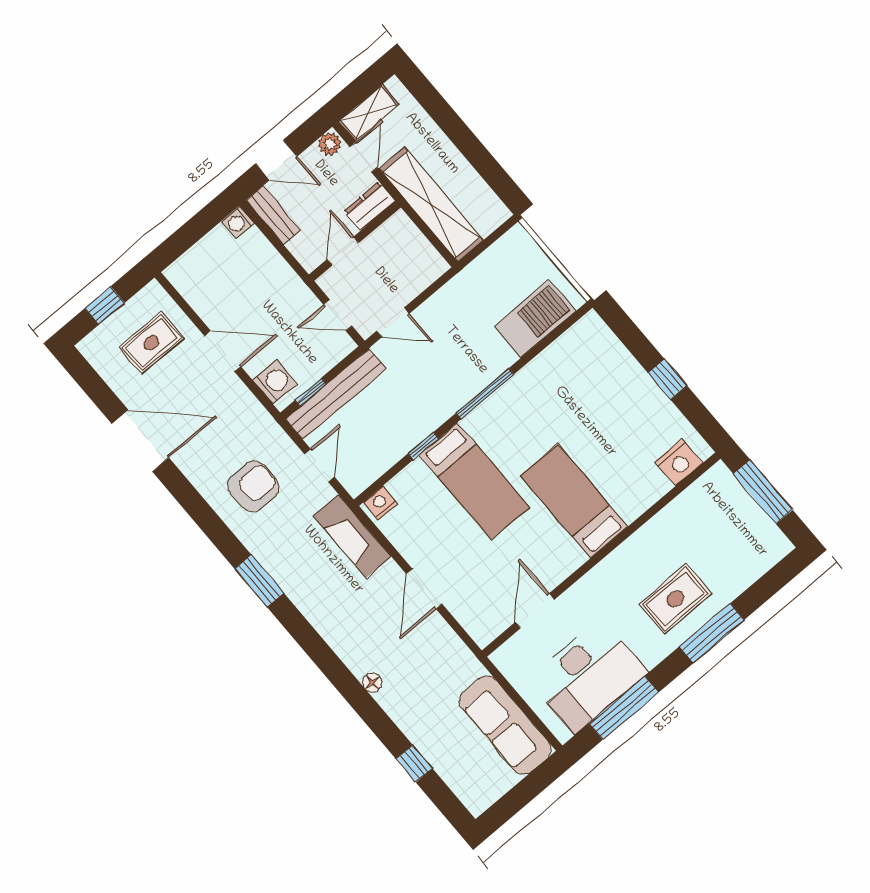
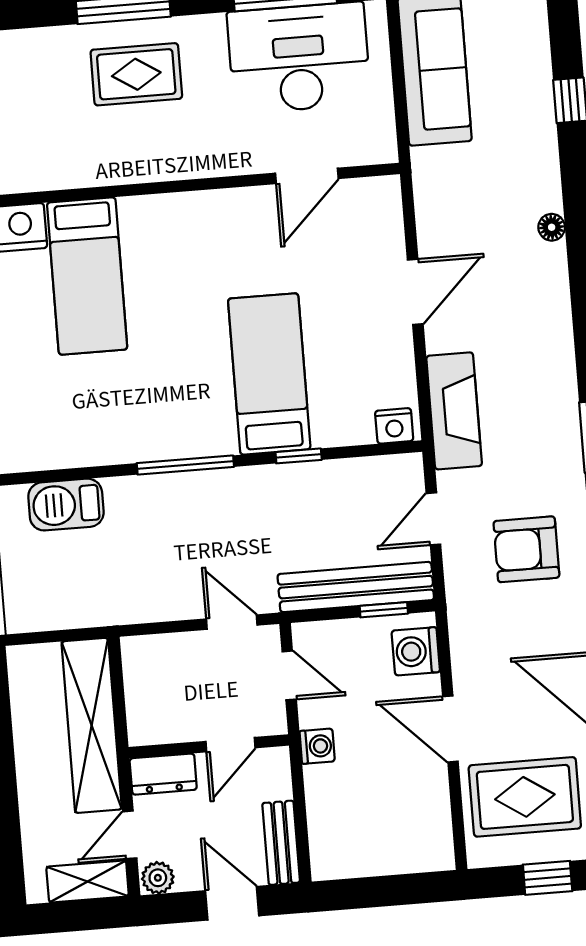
washing machine: (238, 222) -> (317, 746), moved
barbecue: (535, 319) -> (66, 505), width x0.73, depth x0.83
rug: (151, 343) -> (525, 797), width x1.36, depth x1.43
bed: (574, 501) -> (87, 276), moved

